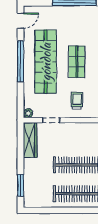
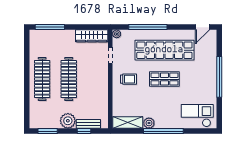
door: (21, 21) -> (202, 27), hinge flipped
window: (21, 61) -> (148, 27), moved
window: (21, 185) -> (50, 27), width x1.44

